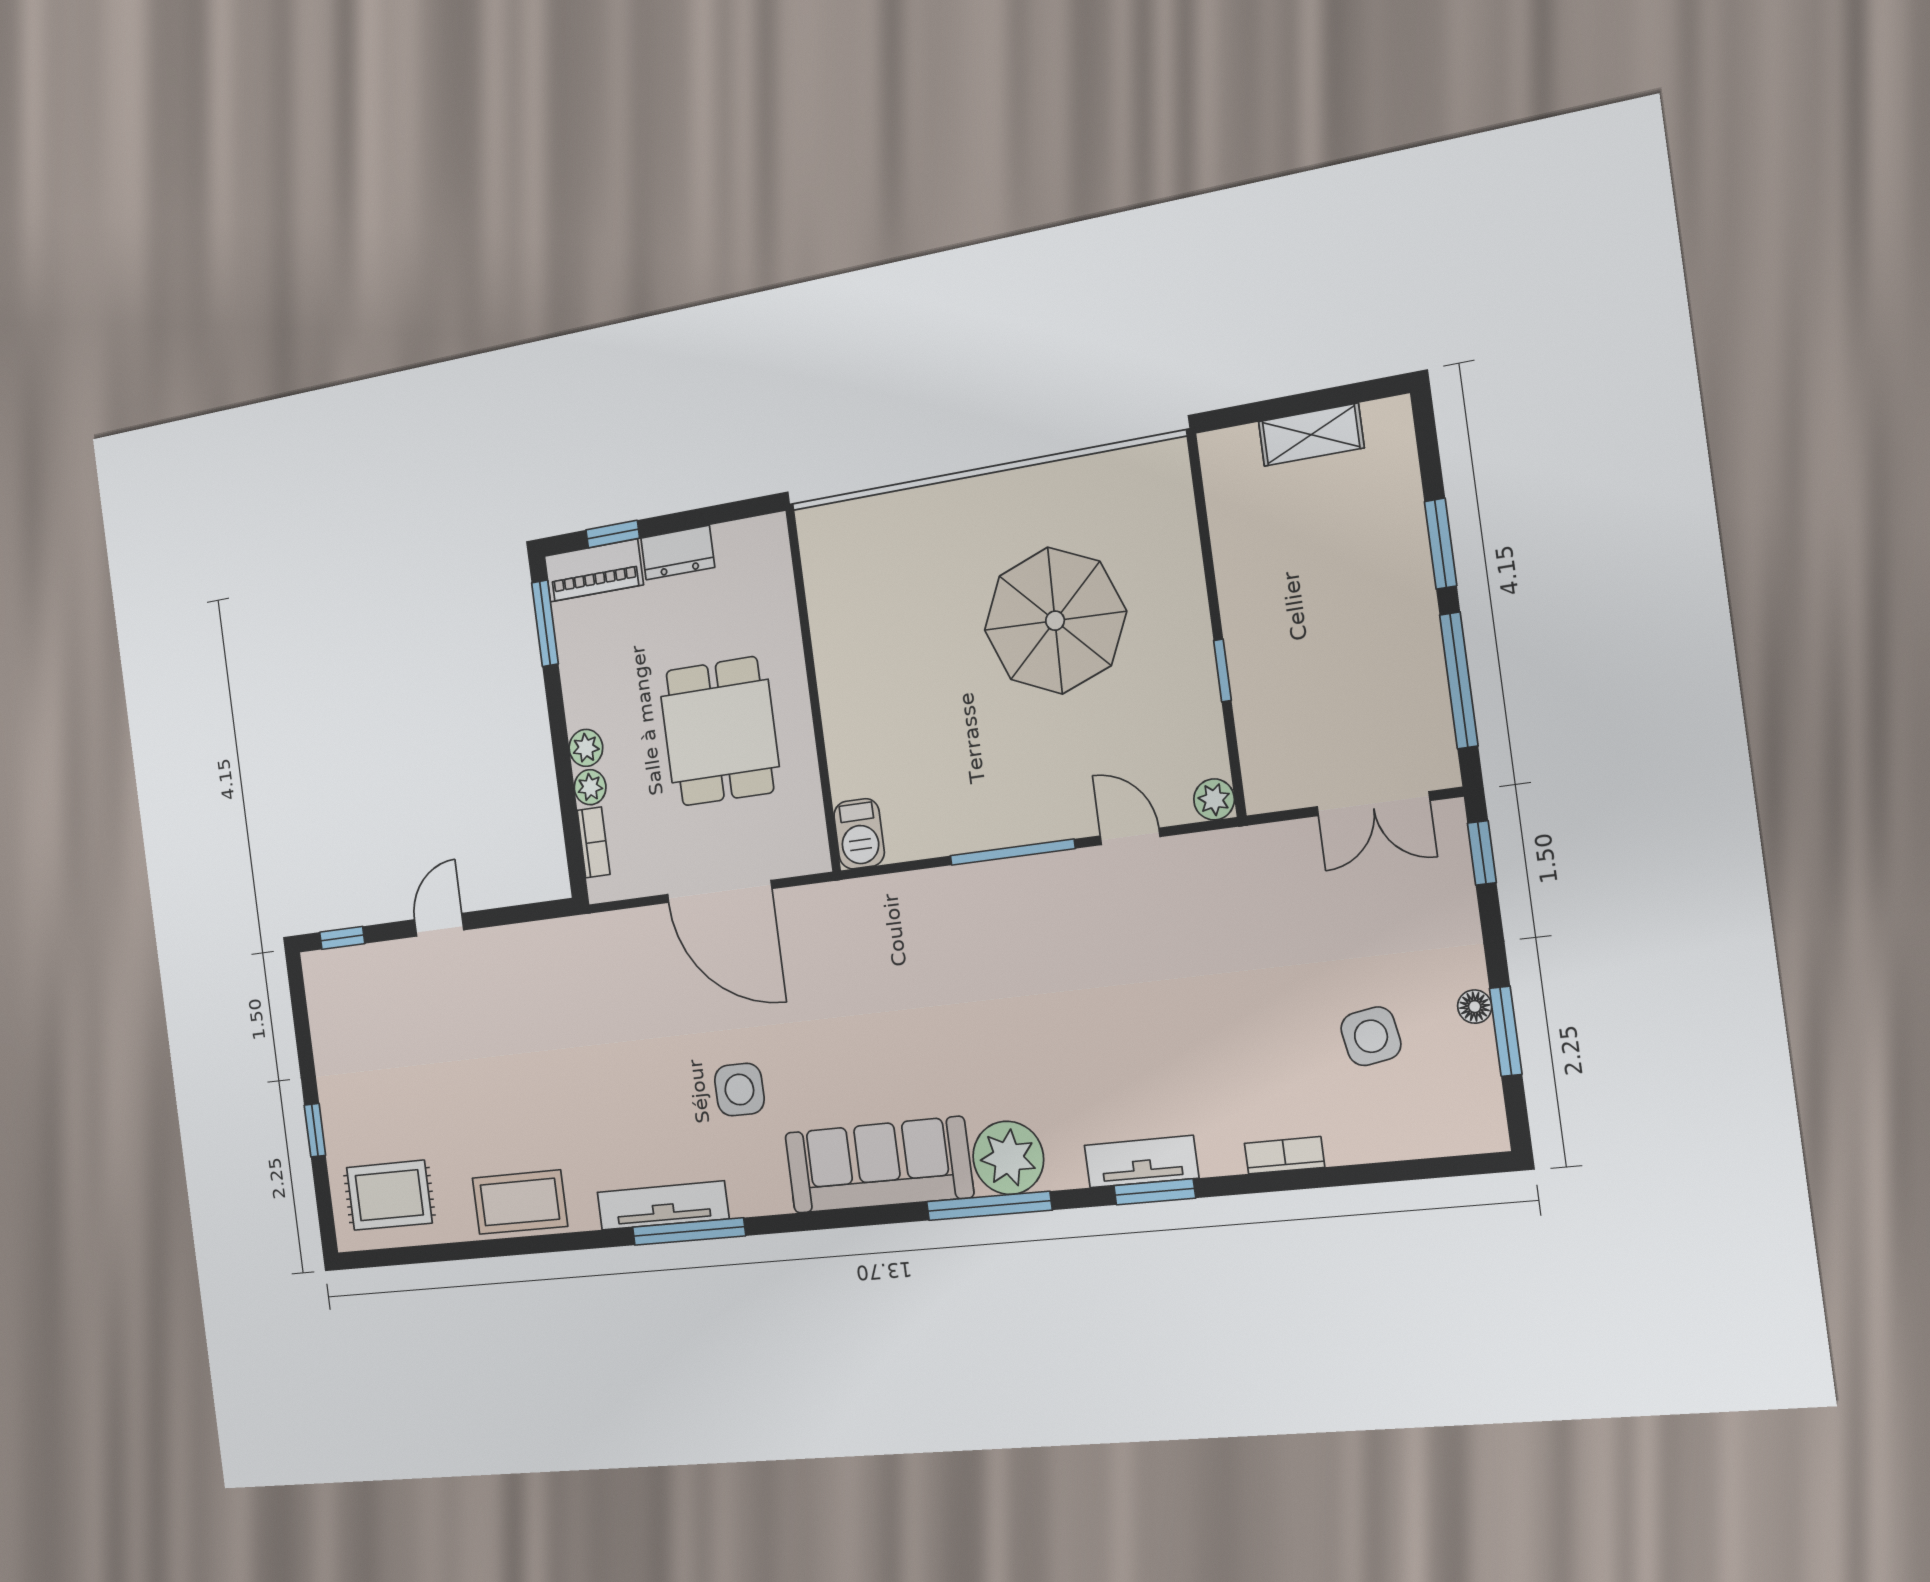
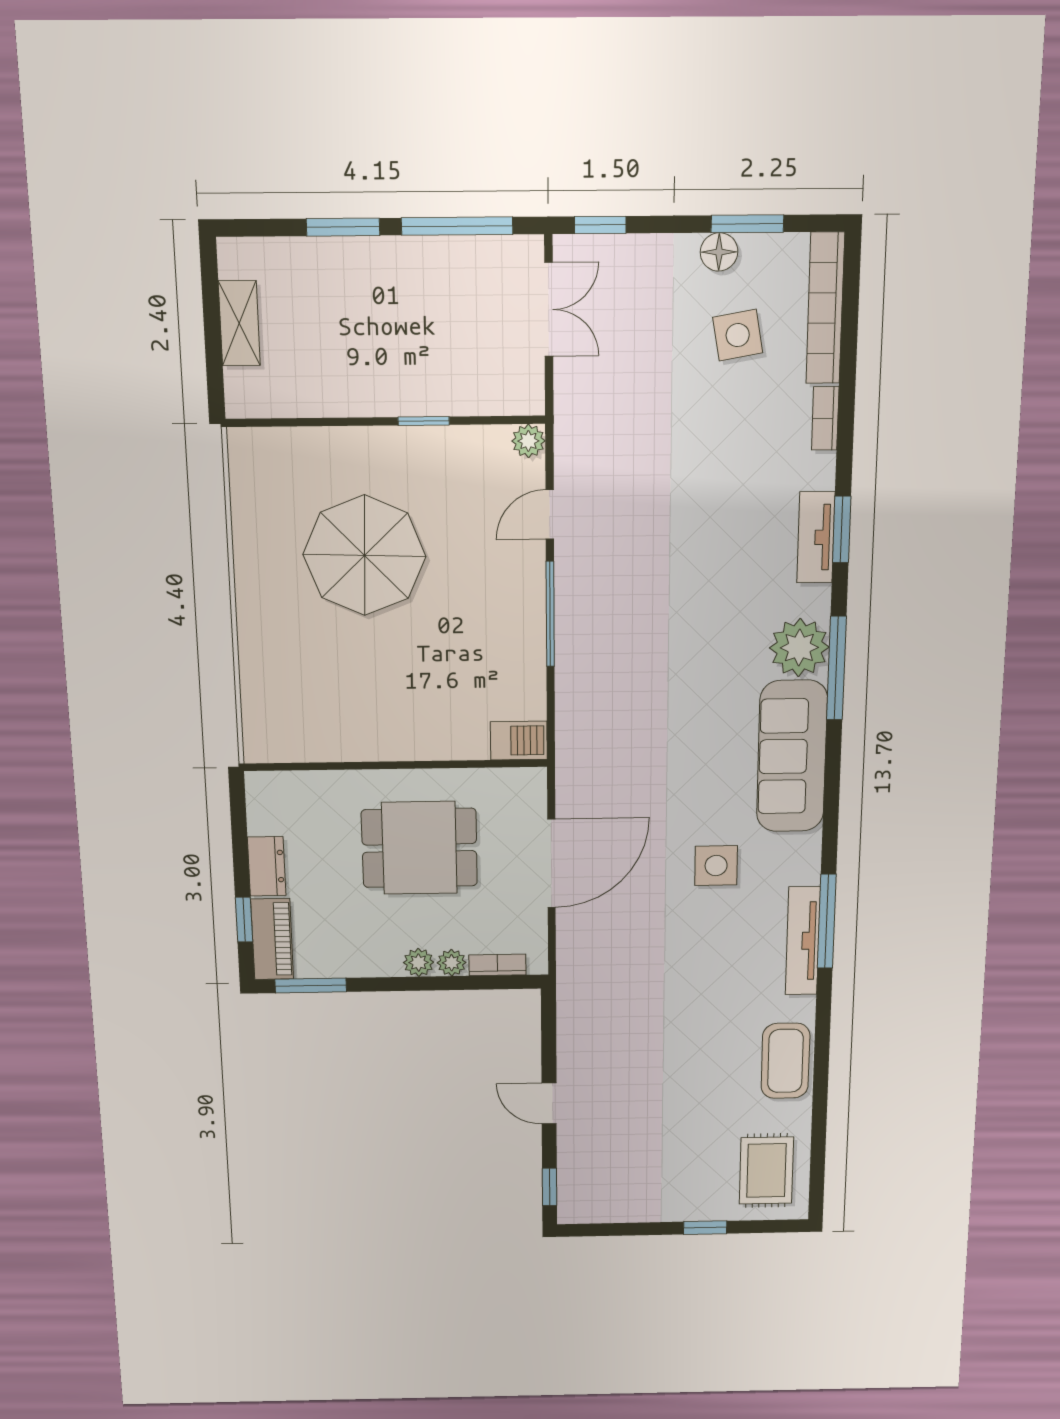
floor lamp: (1475, 1007) -> (719, 252), width x1.37, depth x1.37
bookcase: (1416, 1139) -> (825, 308), added

